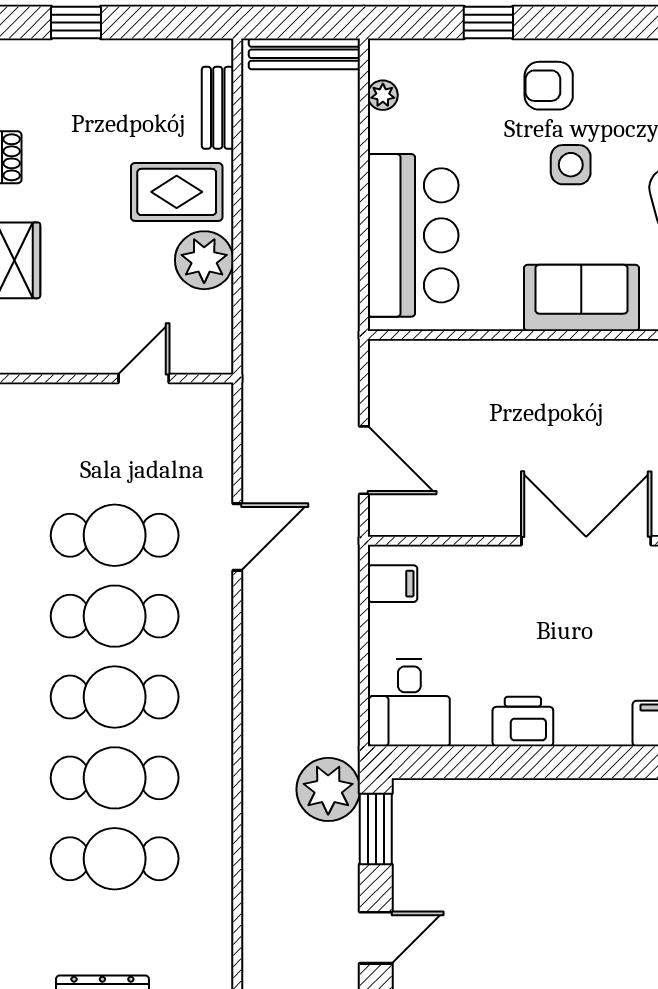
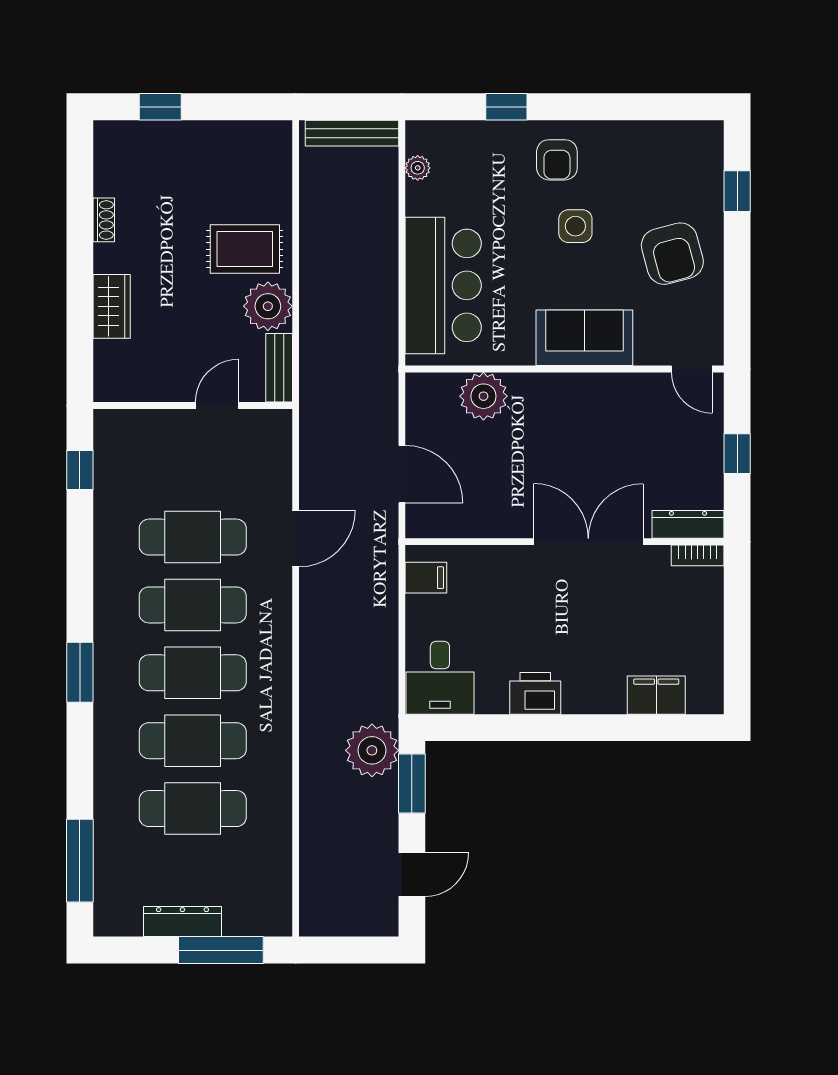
armchair: (549, 86) -> (557, 160), turned -90
bench: (218, 108) -> (279, 368), moved
plant: (461, 367) -> (483, 396), added

